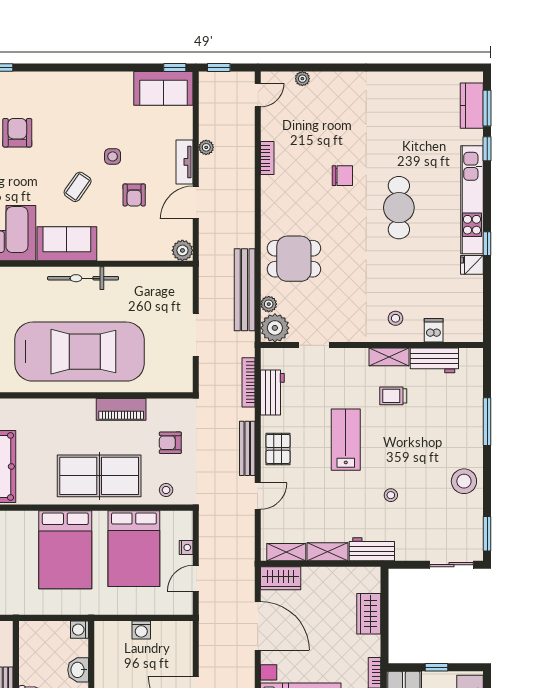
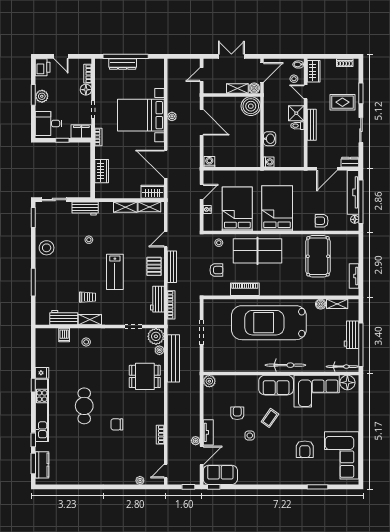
door: (196, 202) -> (202, 455), moved
bicycle: (83, 278) -> (285, 365), moved
workbench: (372, 549) -> (85, 208), moved
washing machine: (141, 630) -> (209, 162), moved

